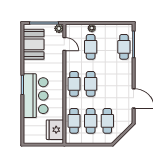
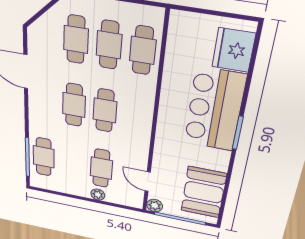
cafe table: (74, 84) -> (74, 105), moved
fridge: (55, 130) -> (234, 50), moved, turned 180

